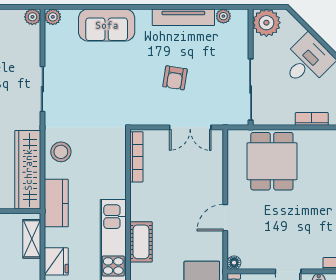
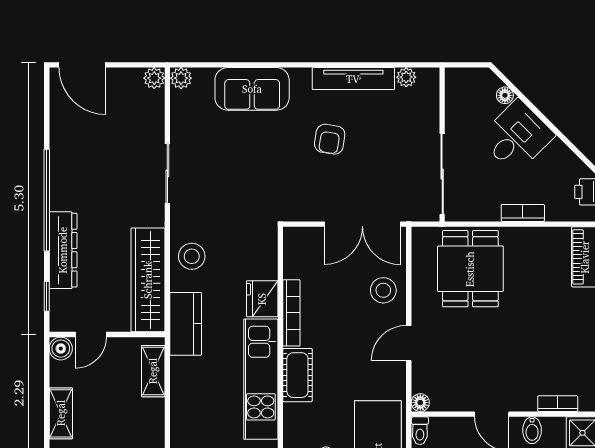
plant: (266, 23) -> (463, 86), removed
floor lamp: (298, 30) -> (505, 95), added
armchair: (175, 78) -> (330, 139), moved
double door: (190, 127) -> (362, 224), width x1.37
bookcase: (136, 157) -> (291, 313), moved
stool: (206, 178) -> (383, 290), added
fridge: (56, 261) -> (262, 299), moved, turned 180

